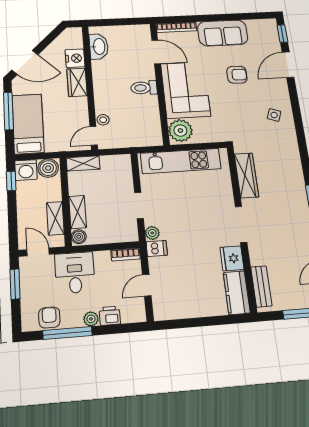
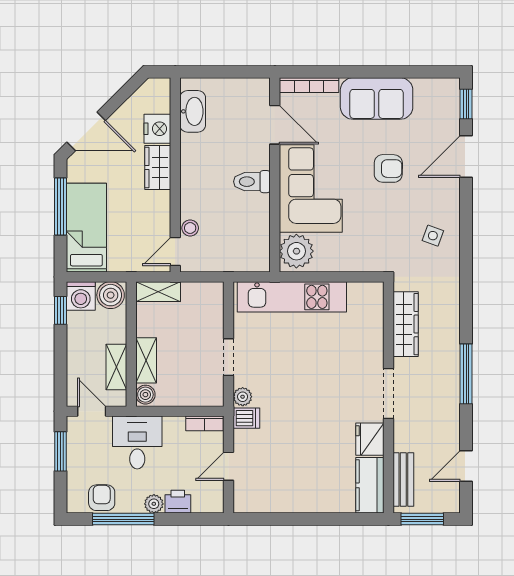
wardrobe: (246, 175) -> (406, 324), moved
doorway: (241, 224) -> (388, 394), moved
wall: (241, 227) -> (388, 397), moved
fridge: (232, 258) -> (370, 439), moved
bench: (261, 286) -> (403, 480), moved
kitchen counter: (237, 293) -> (370, 485), moved

